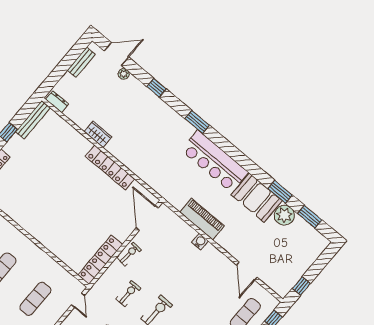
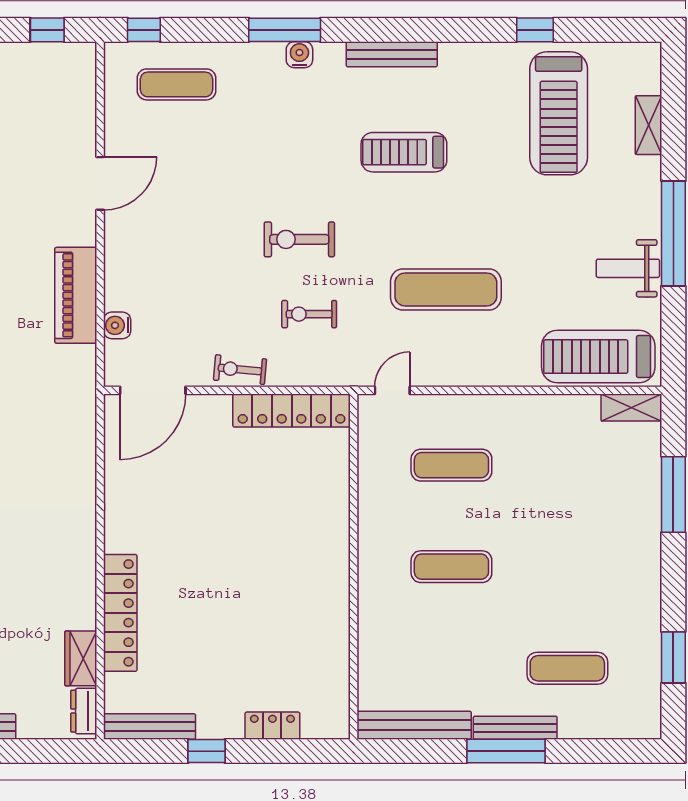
wardrobe: (98, 134) -> (81, 658), moved
locker: (110, 168) -> (120, 613), moved
water cooler: (200, 242) -> (117, 325), moved
door: (247, 271) -> (100, 183), moved

